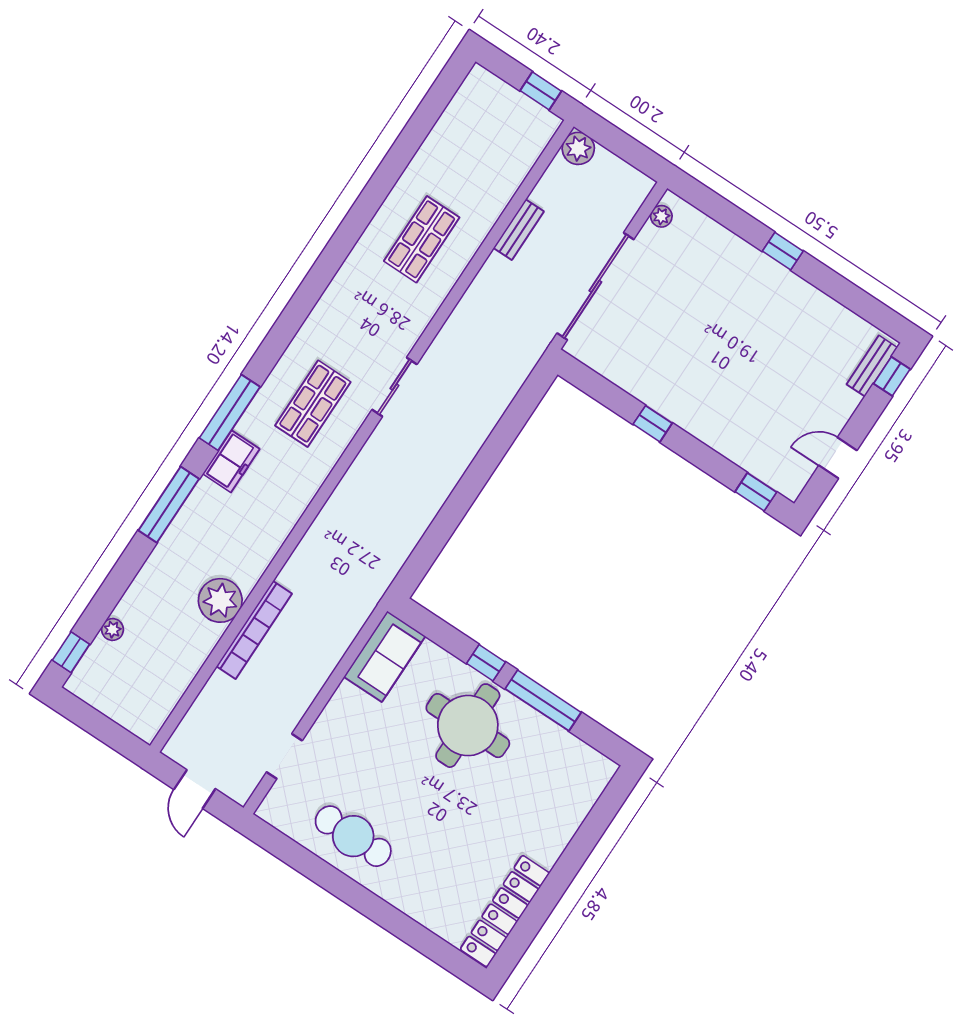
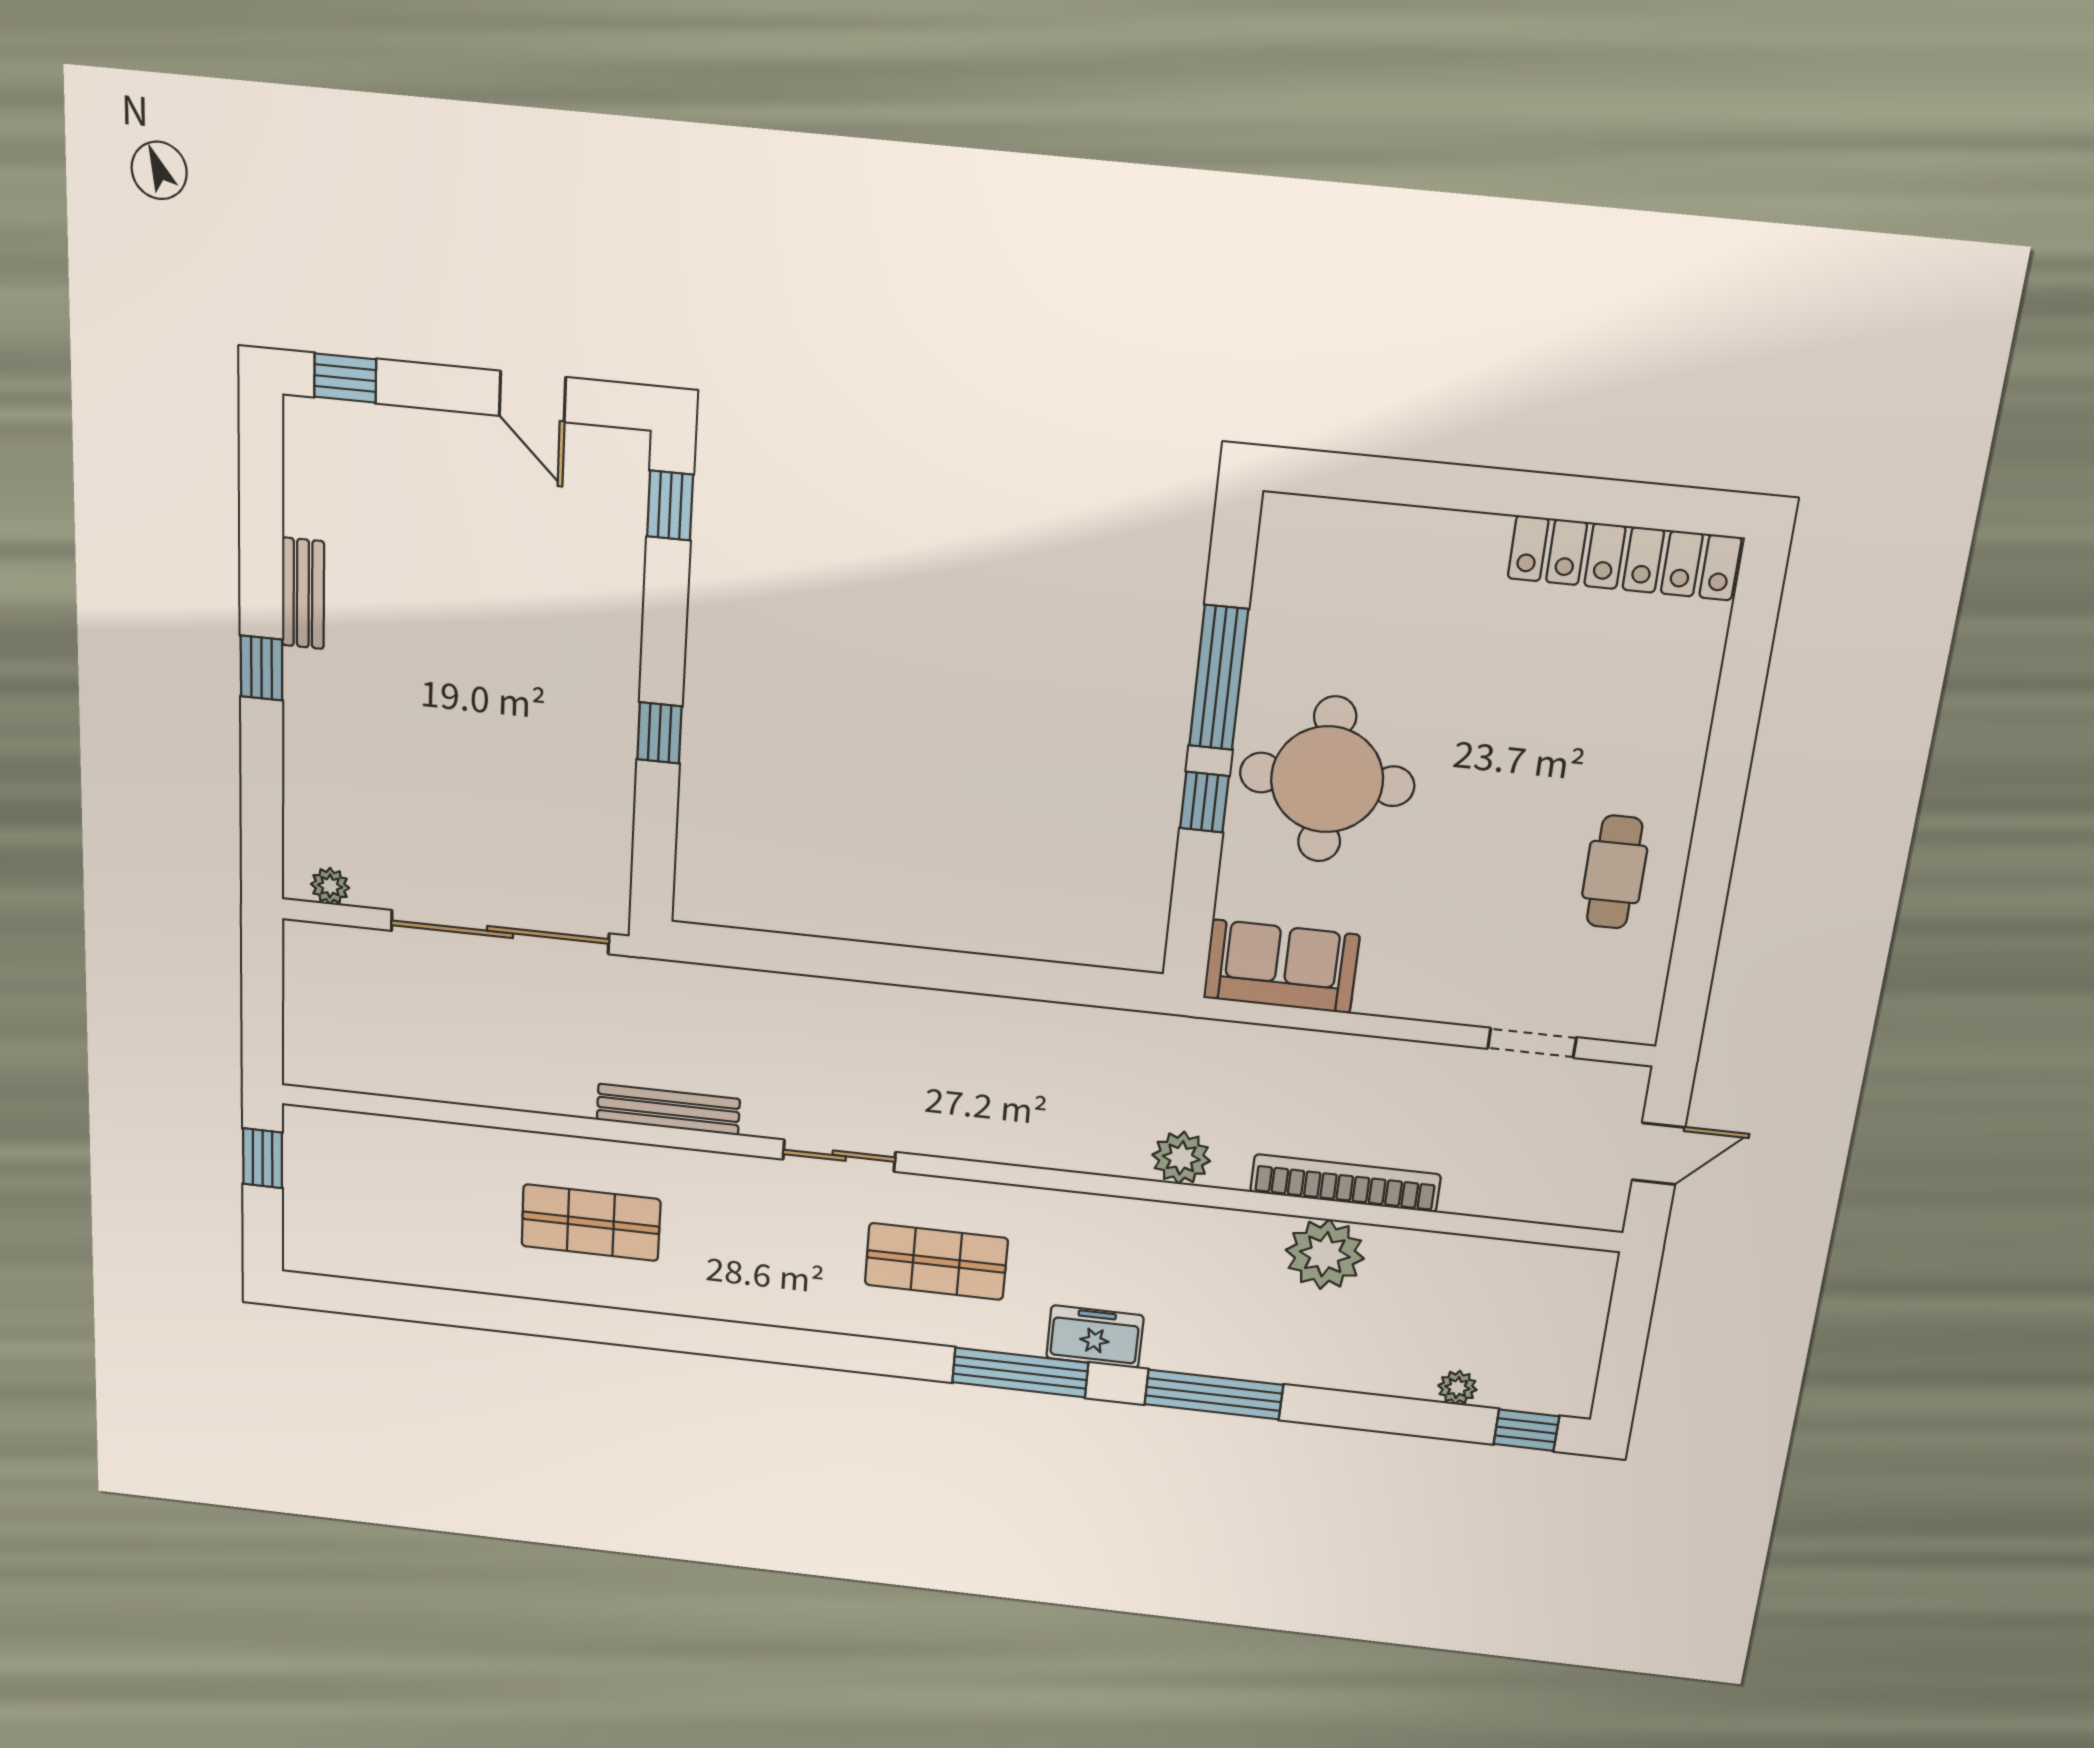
plant: (578, 148) -> (1181, 1158), moved
bench: (519, 230) -> (668, 1109), moved, width x1.36
bench: (872, 366) -> (303, 593), moved, turned 90
cafe table: (353, 836) -> (1615, 872), width x0.73, depth x0.74

